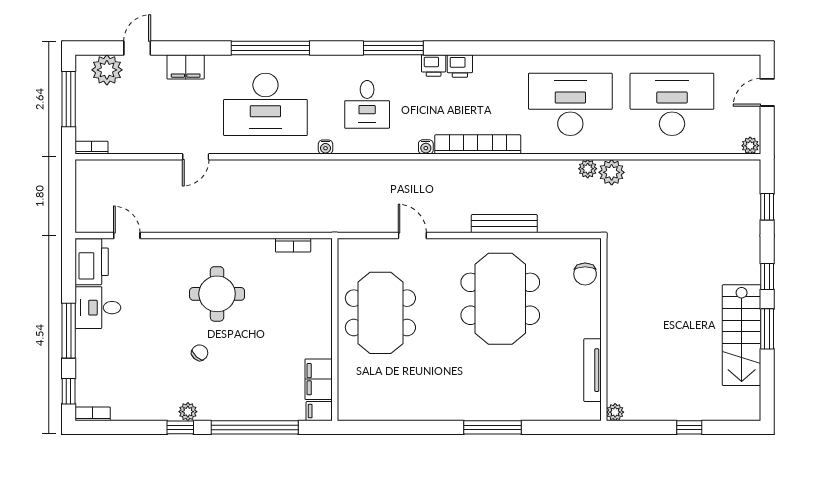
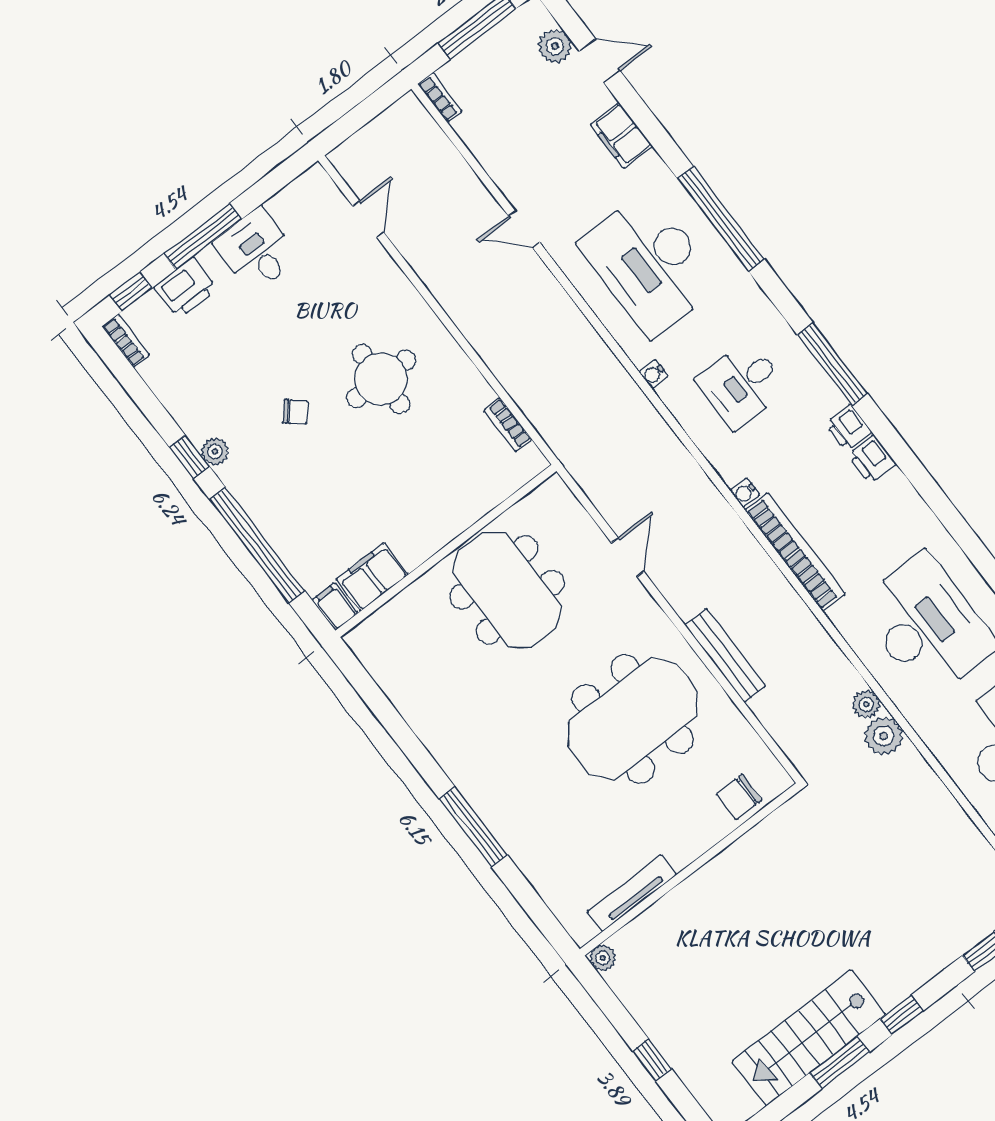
plant: (107, 70) -> (555, 46), width x0.73, depth x0.73
printer: (92, 262) -> (186, 288), moved, width x0.73, depth x0.84
meeting table: (380, 313) -> (507, 590), turned 90

